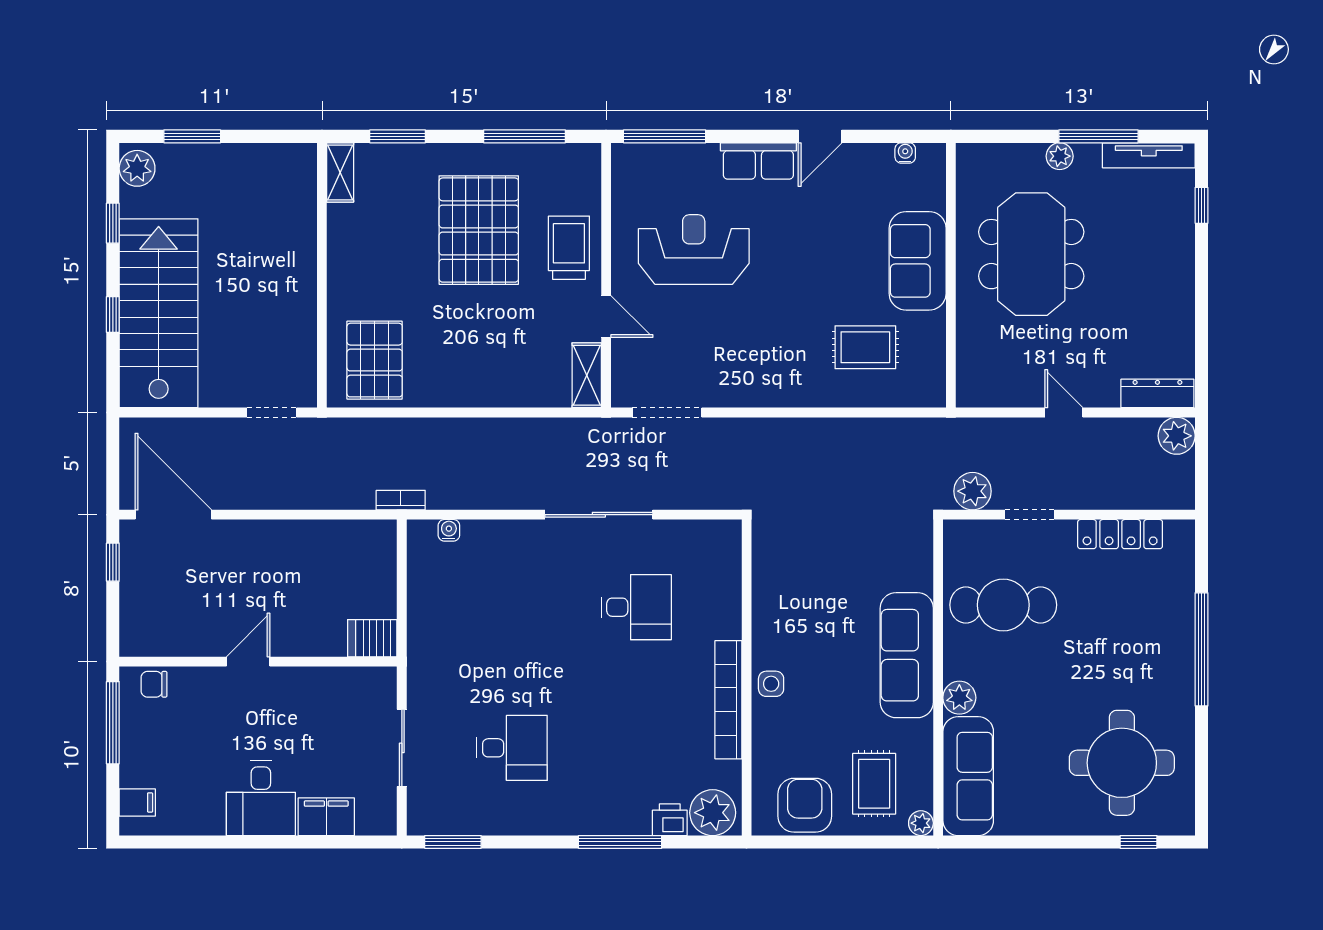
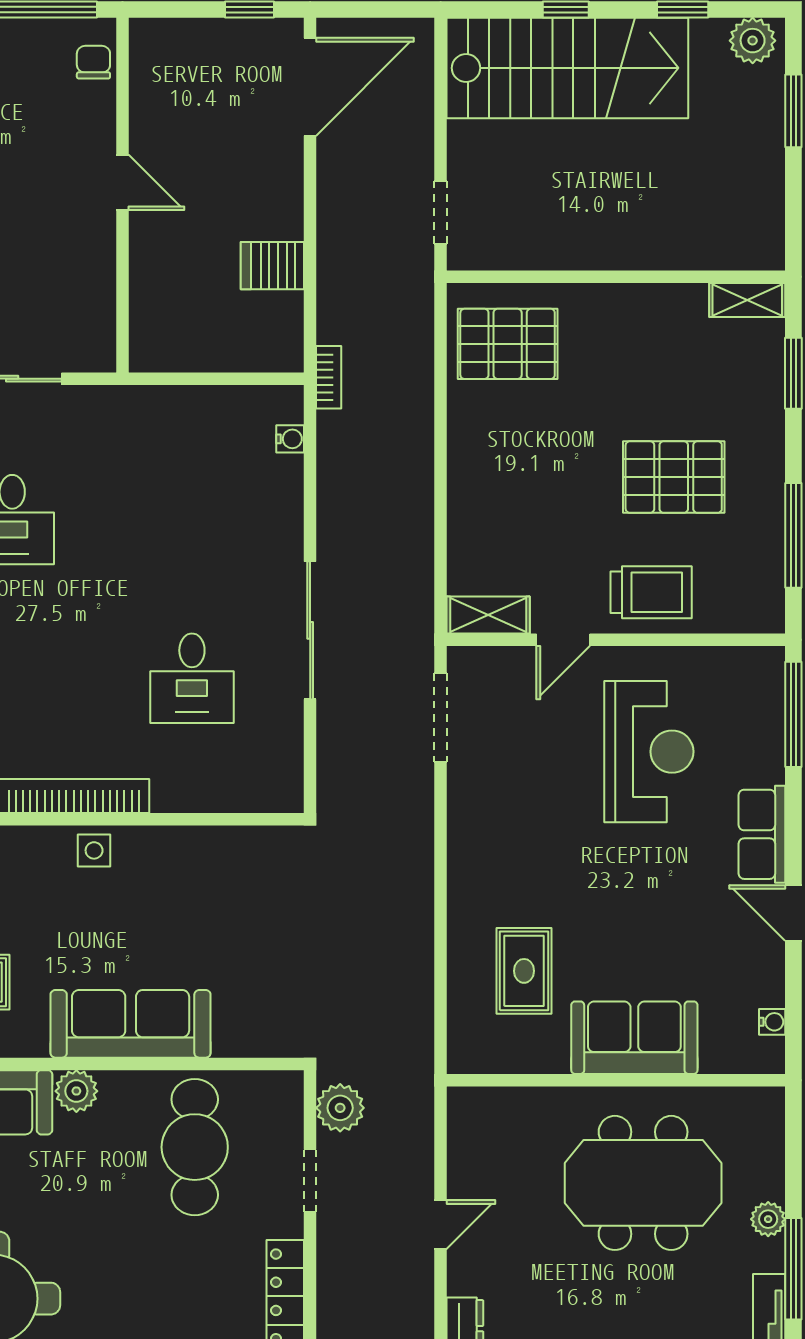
pallet: (479, 230) -> (674, 477), width x0.73, depth x0.71
server rack: (372, 638) -> (272, 266), moved, turned -90

